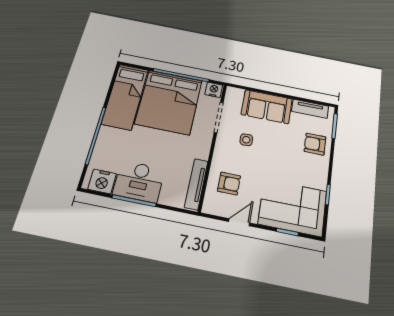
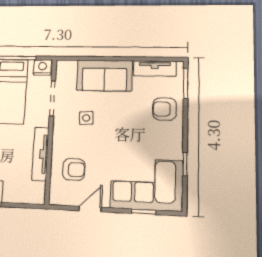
tv unit: (196, 184) -> (40, 154), moved

